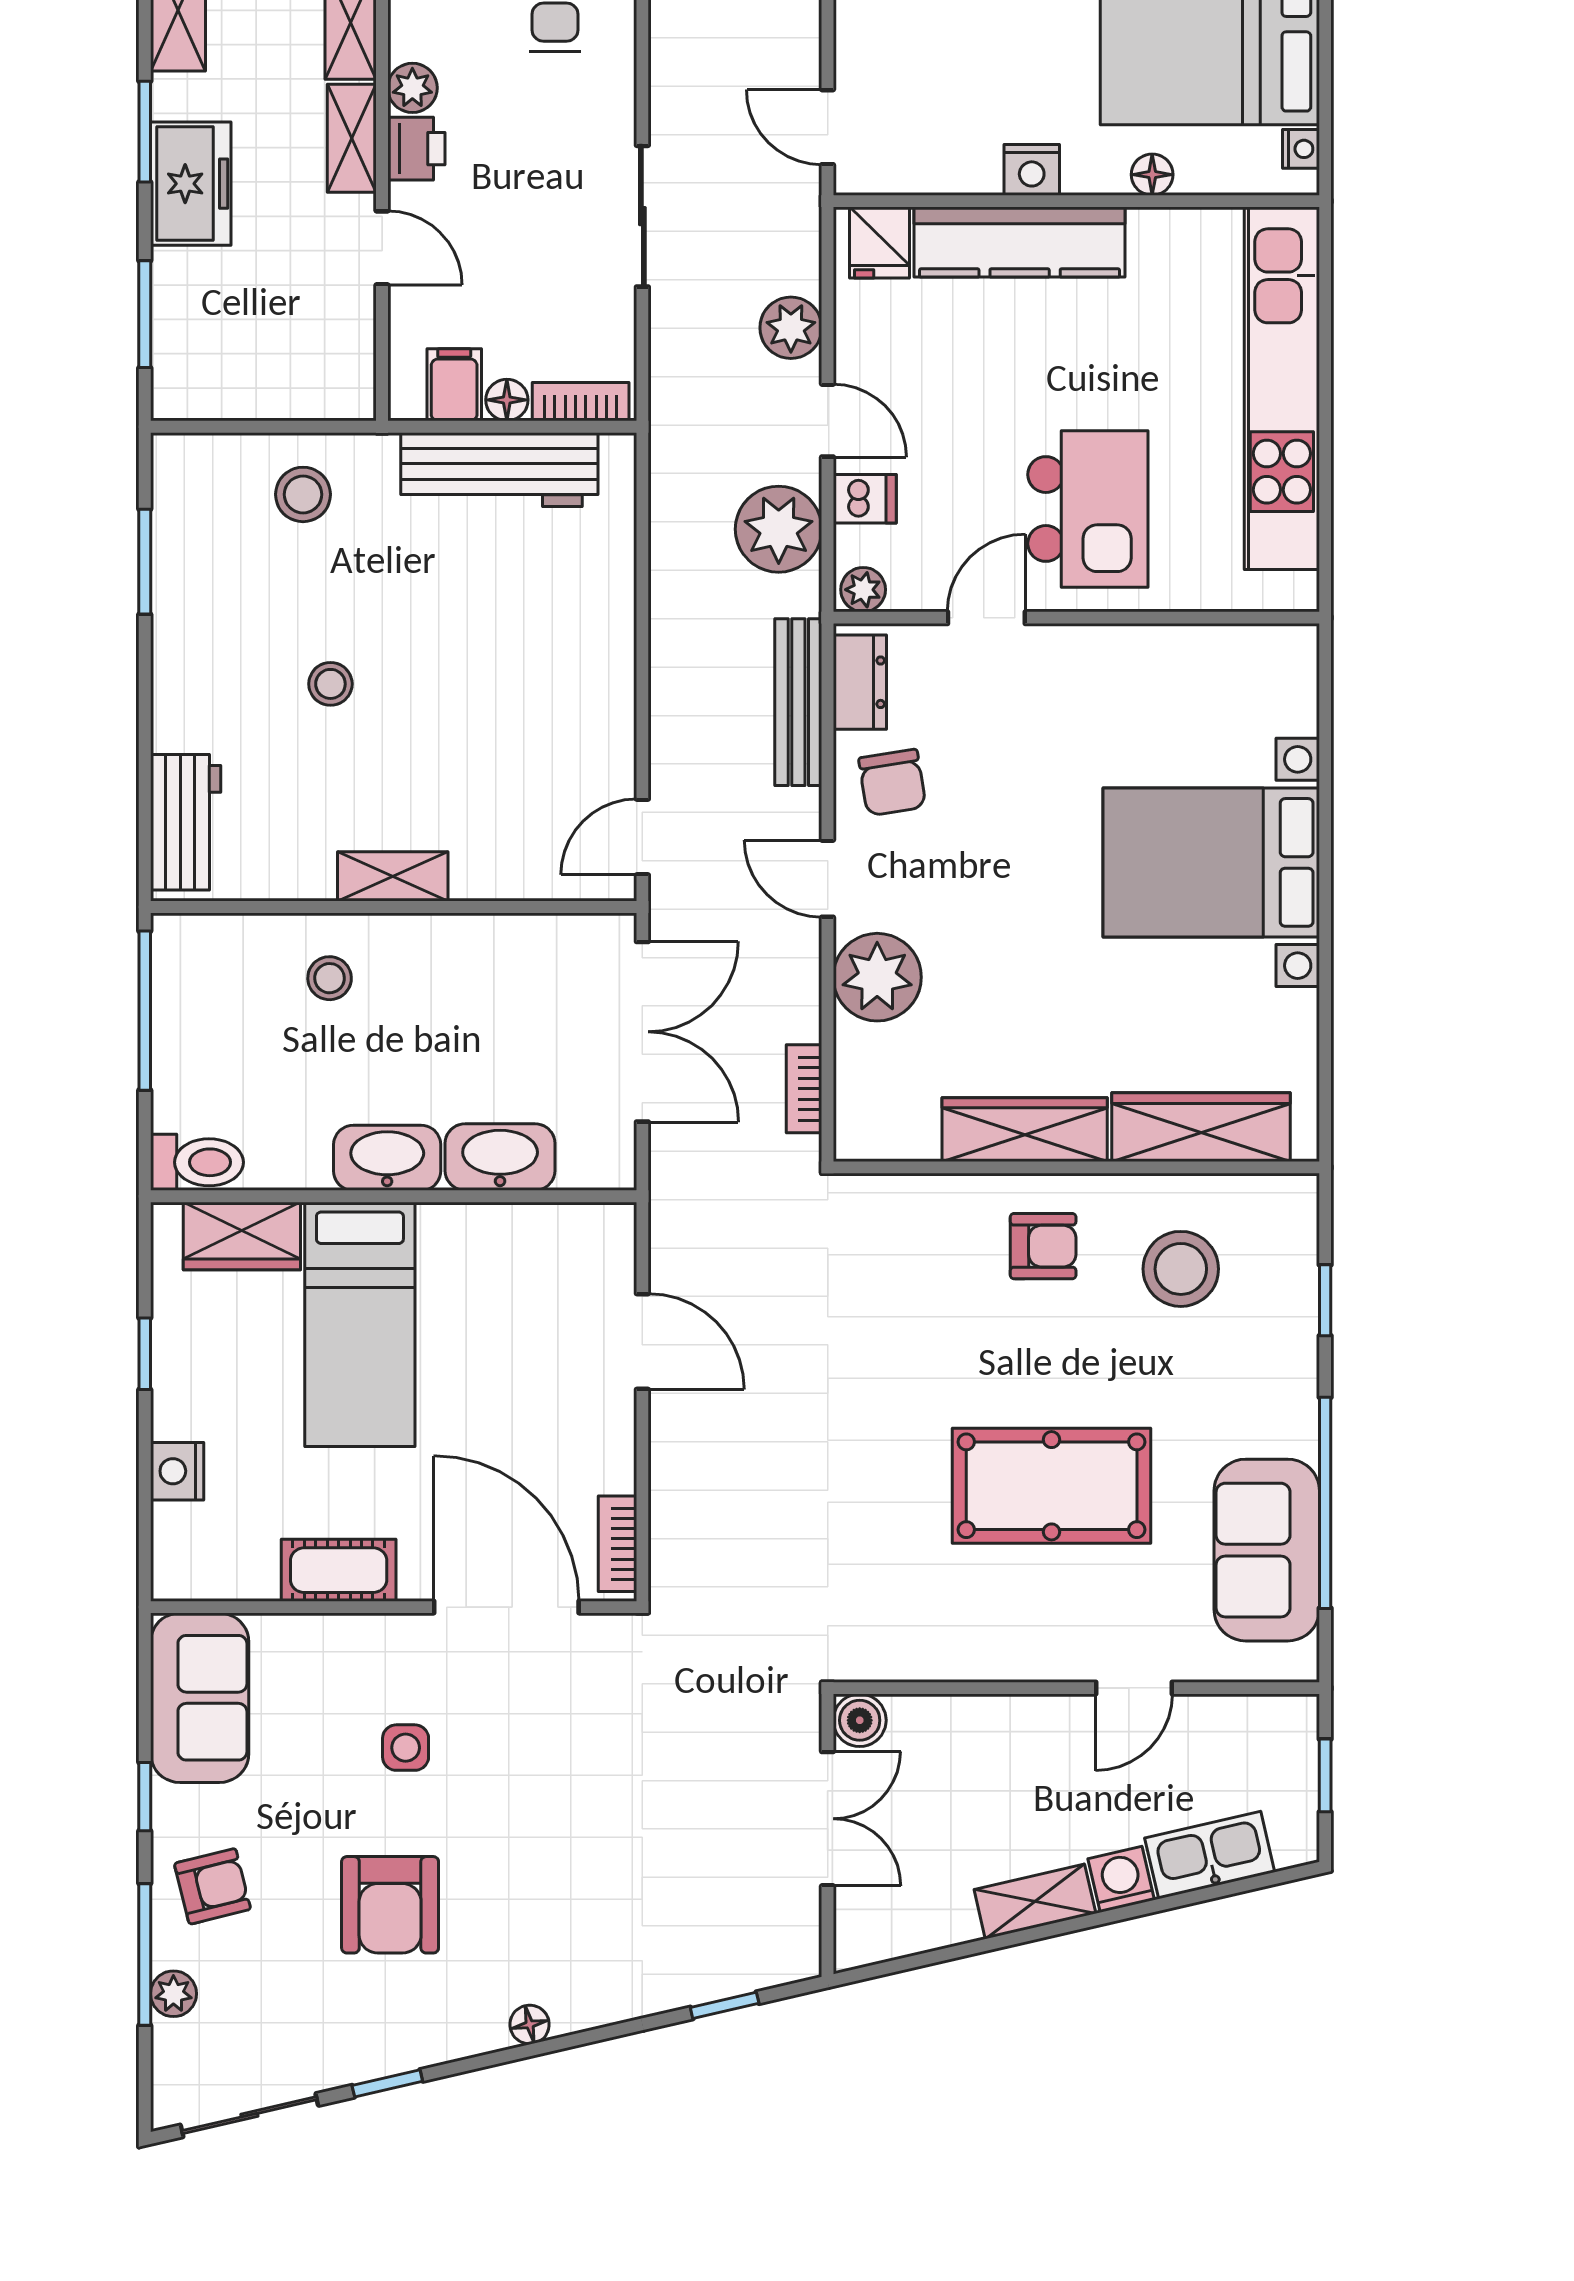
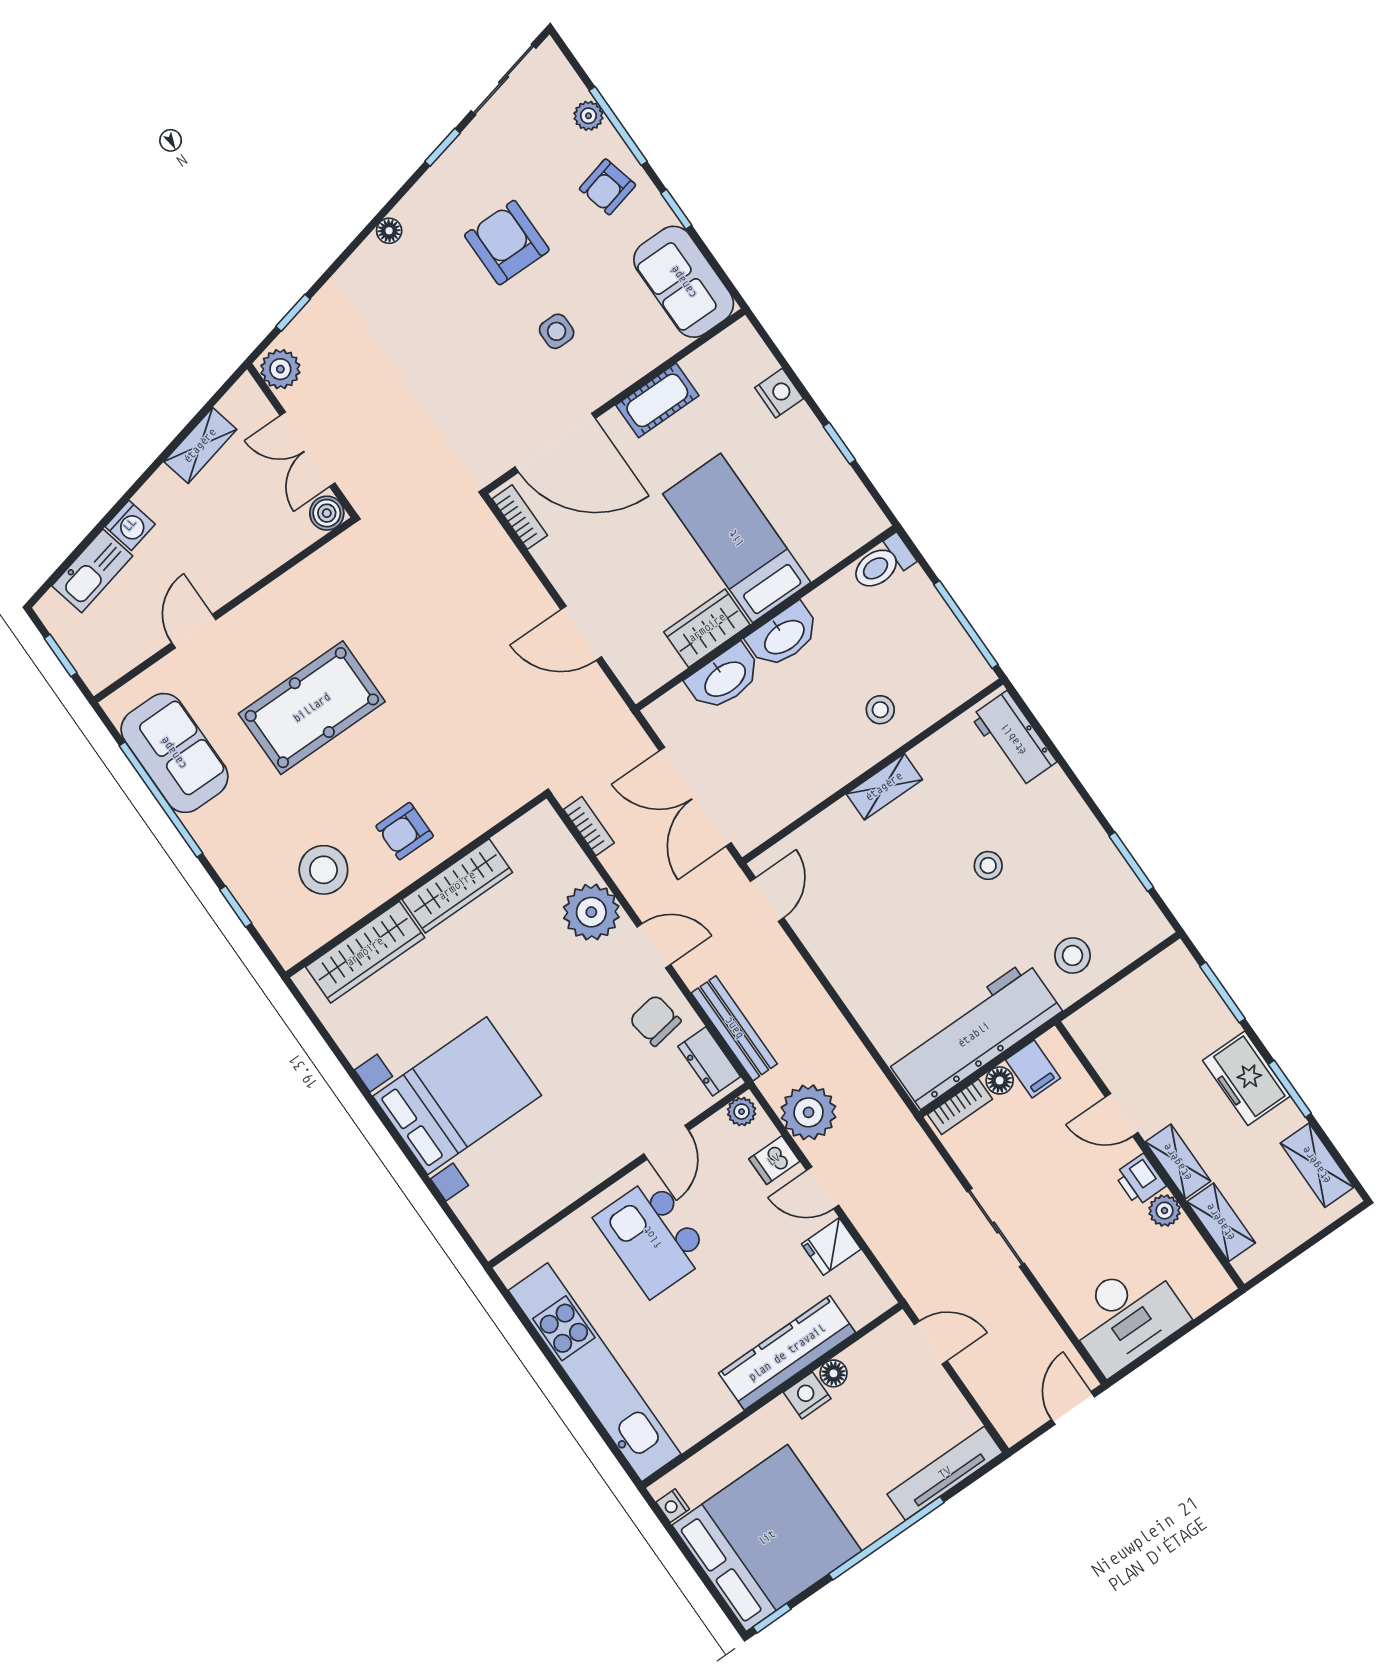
floor lamp: (1152, 175) -> (834, 1373), moved
fridge: (880, 243) -> (831, 1247), moved, turned -90
plant: (791, 328) -> (280, 369), moved
workbench: (499, 470) -> (974, 1035), width x1.36, depth x1.32
wardrobe: (242, 1236) -> (707, 628), moved
shelving: (1035, 1901) -> (200, 446), moved

